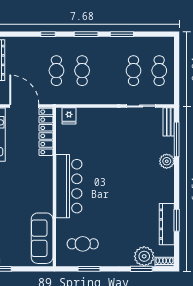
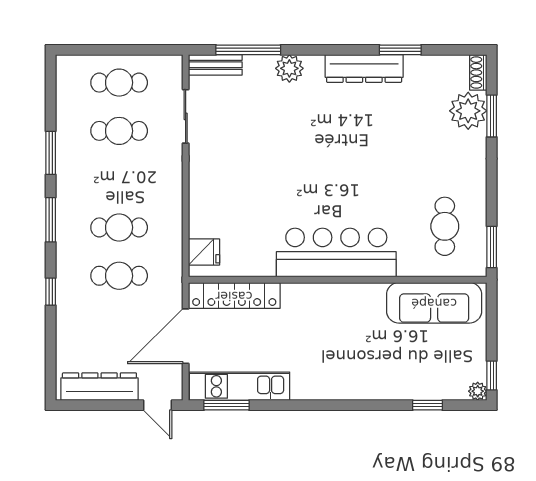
dresser: (167, 224) -> (364, 68), moved
window: (89, 269) -> (492, 247), moved

